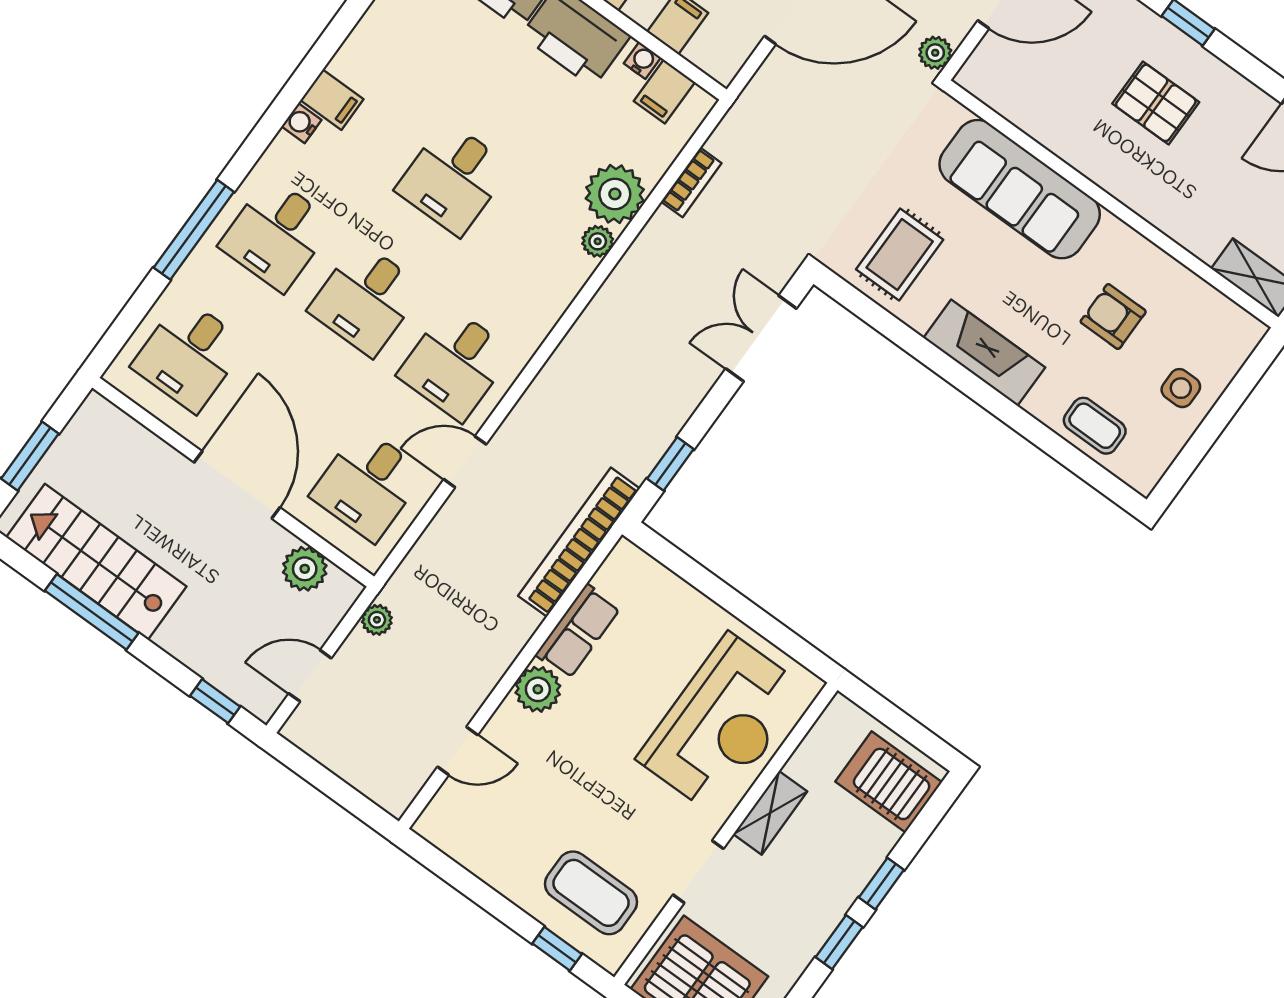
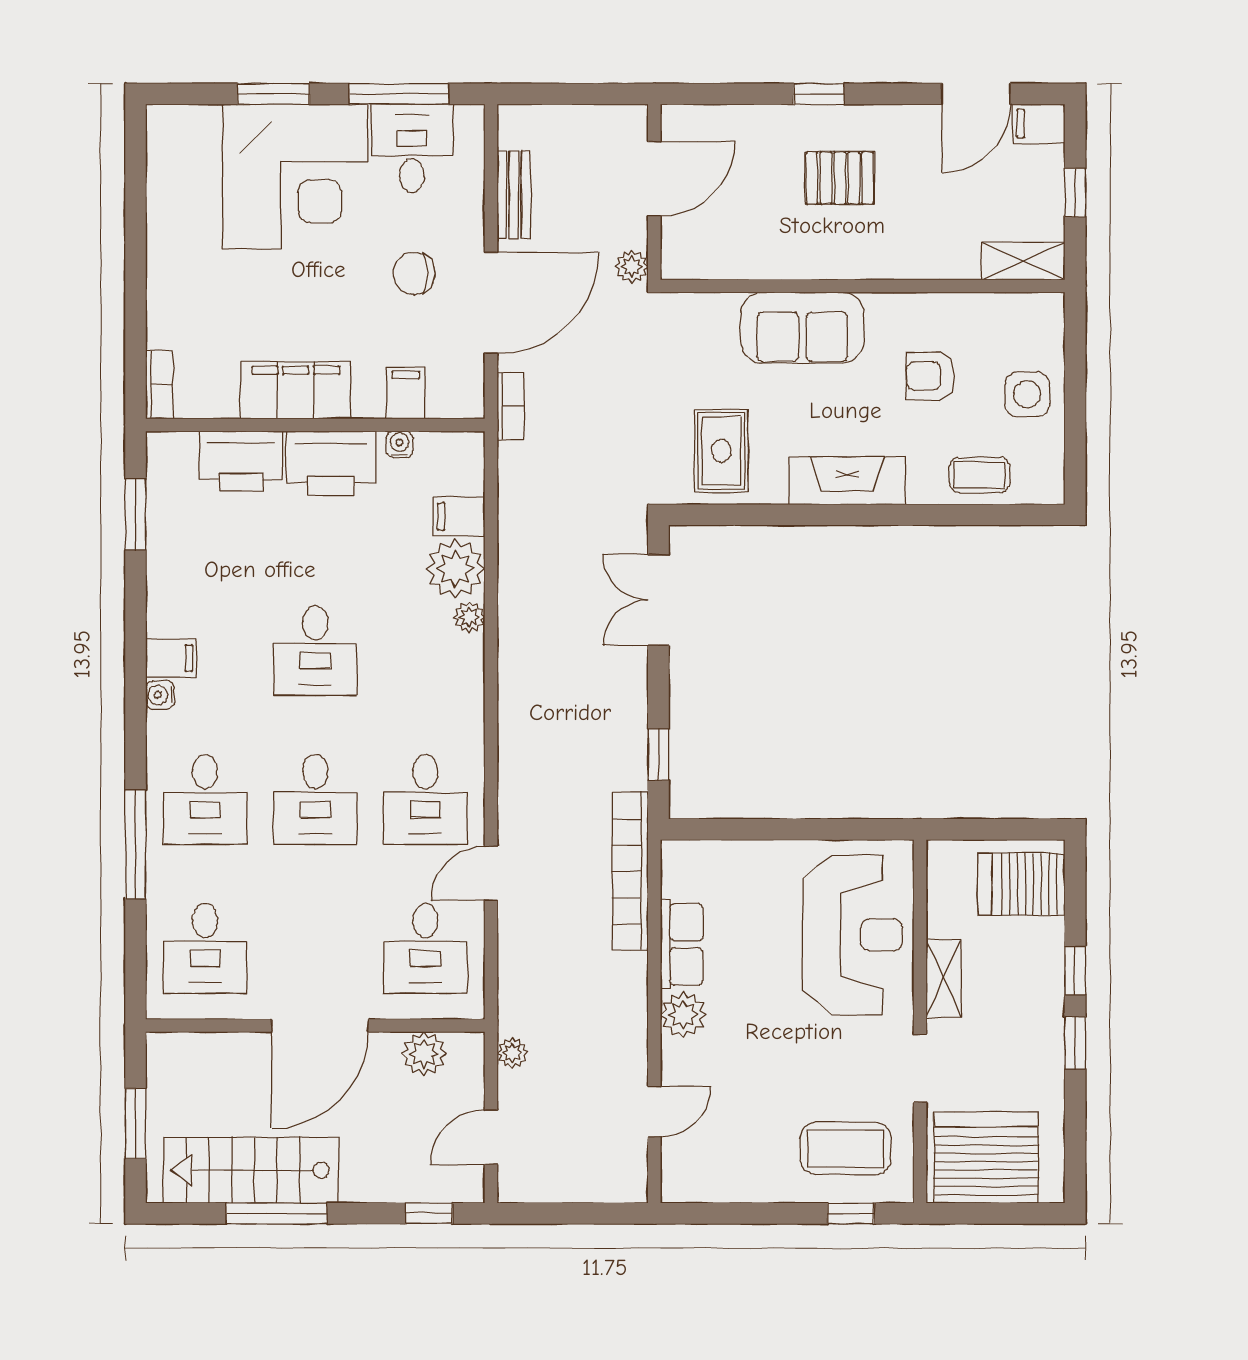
filing cabinet: (664, 92) -> (459, 517), moved, turned 90
bookcase: (691, 182) -> (510, 406), moved
sofa: (1020, 189) -> (802, 328), width x0.73
side table: (1181, 388) -> (1027, 394), width x1.37, depth x1.37
door: (237, 485) -> (320, 1025), swing flipped

